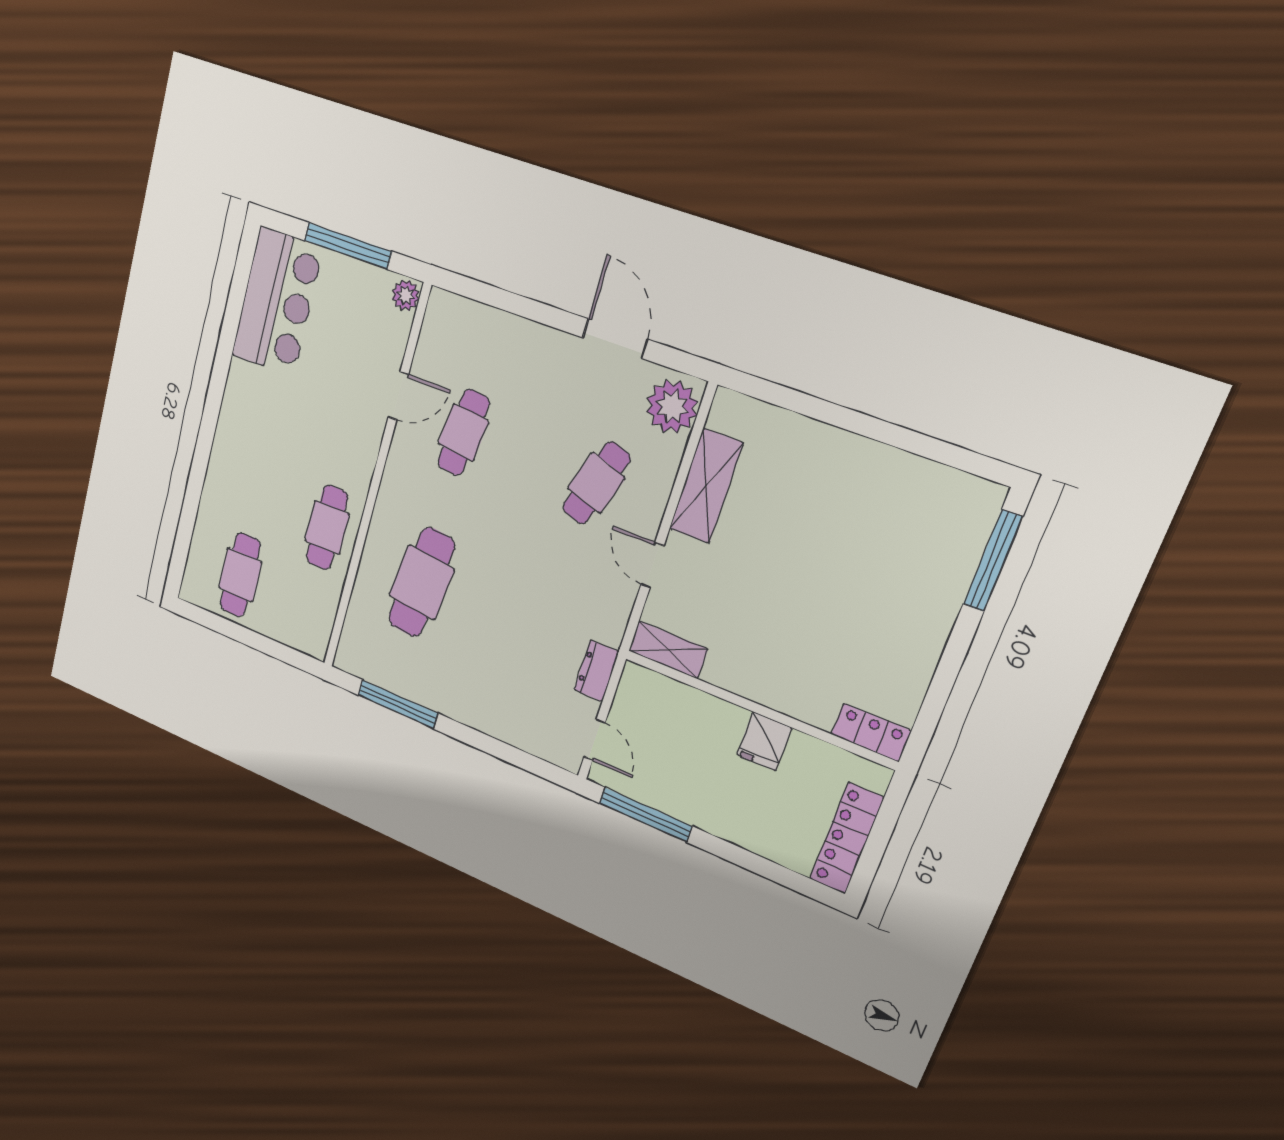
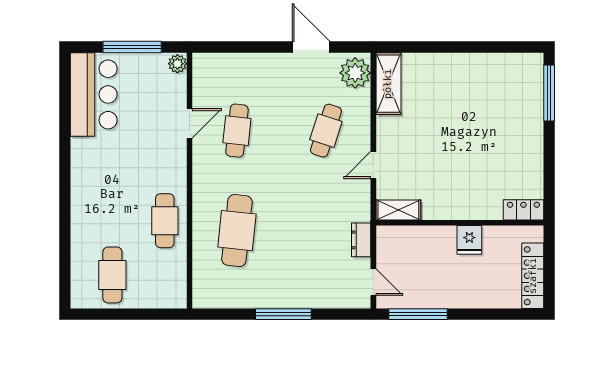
shelving: (706, 486) -> (388, 84), moved
door: (652, 565) -> (373, 165), hinge flipped
window: (398, 704) -> (283, 314), moved

